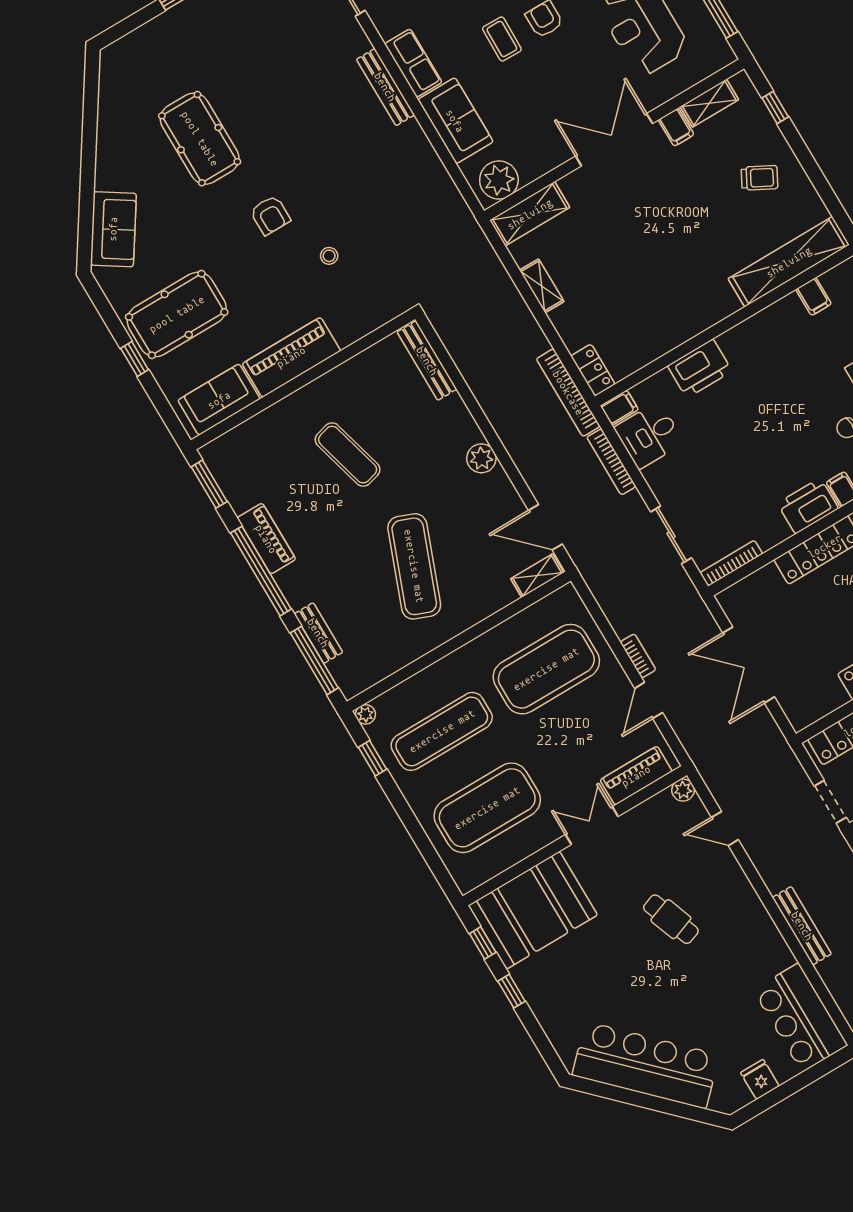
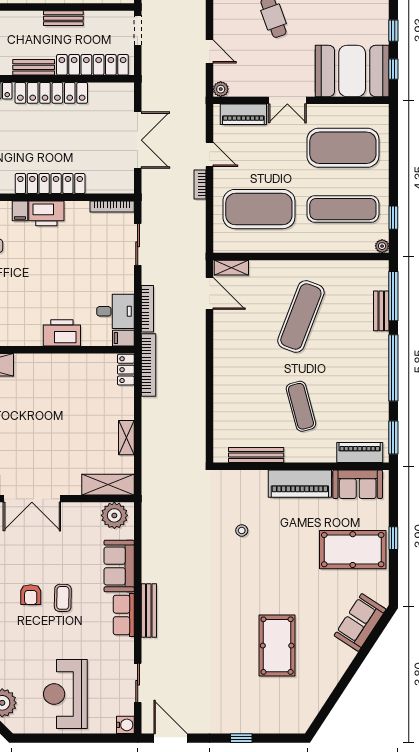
armchair: (270, 215) -> (262, 575), removed
bench: (427, 361) -> (256, 455), moved, turned 90
plant: (481, 458) -> (223, 357), removed
piano: (266, 539) -> (360, 453), moved, turned 90
door: (649, 700) -> (209, 154), hinge flipped

